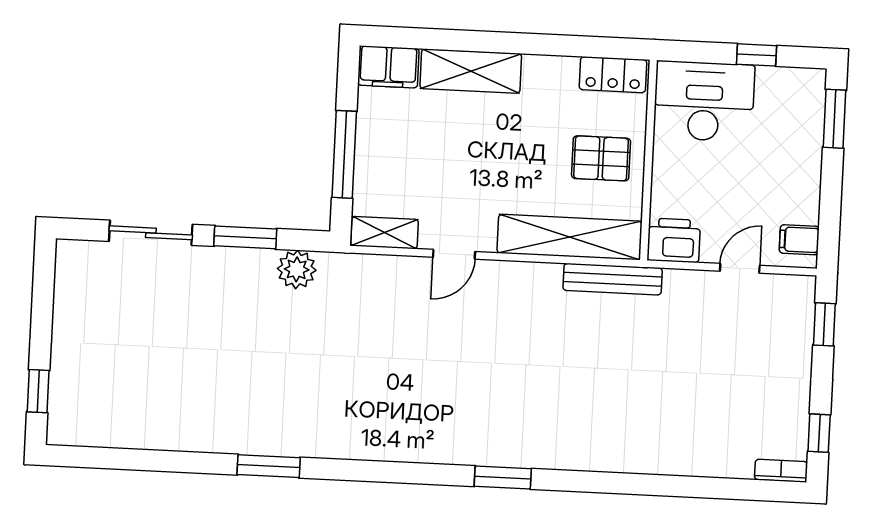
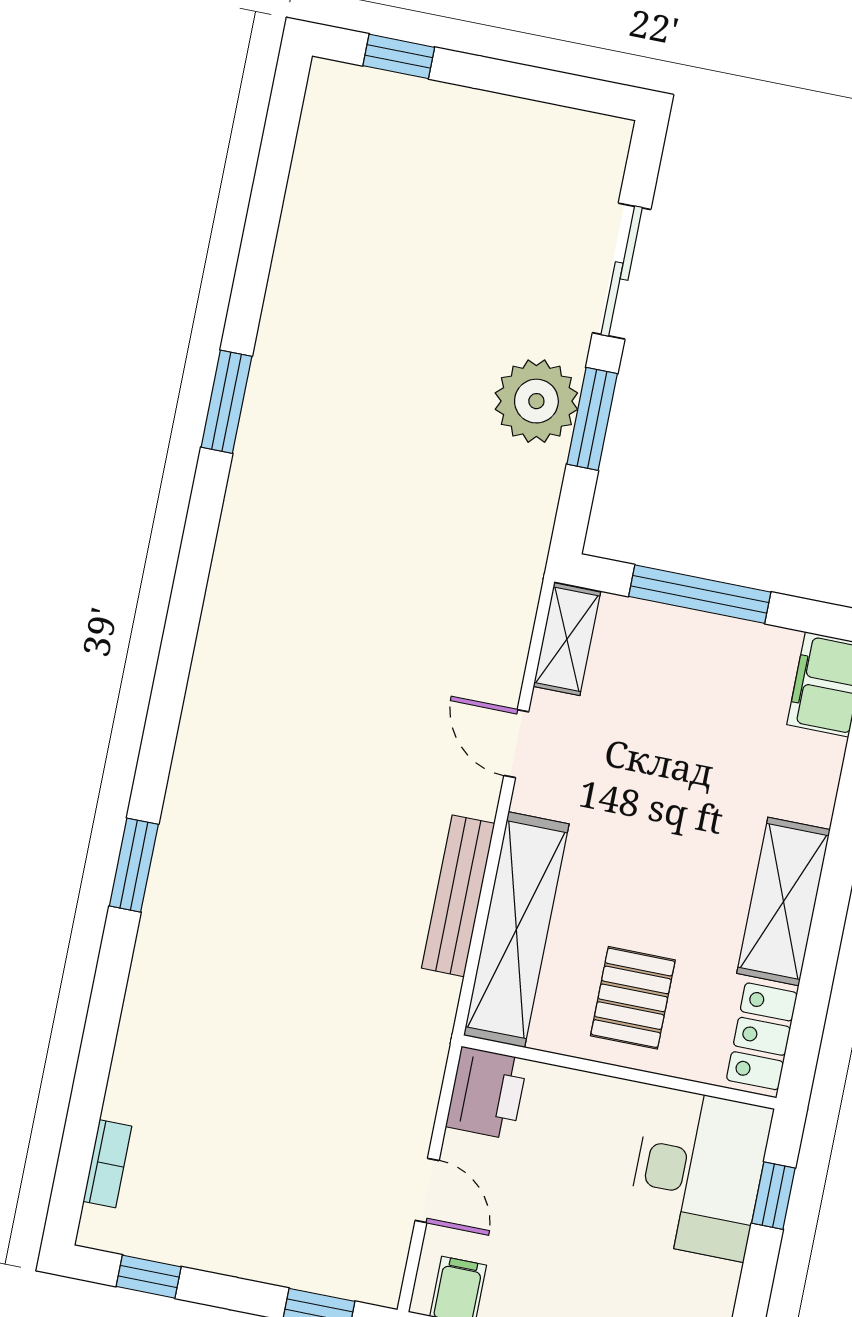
window: (757, 55) -> (773, 1196), moved
shelving: (471, 71) -> (783, 901), moved
plant: (297, 269) -> (536, 401), moved, width x1.36, depth x1.36
bench: (613, 279) -> (458, 896), moved
bookcase: (781, 471) -> (107, 1164), moved
window: (503, 478) -> (134, 865), moved

